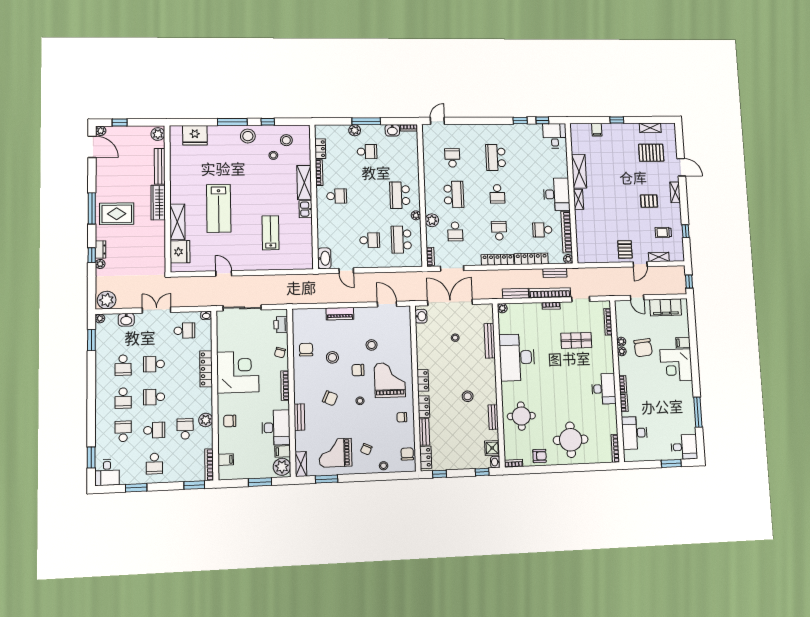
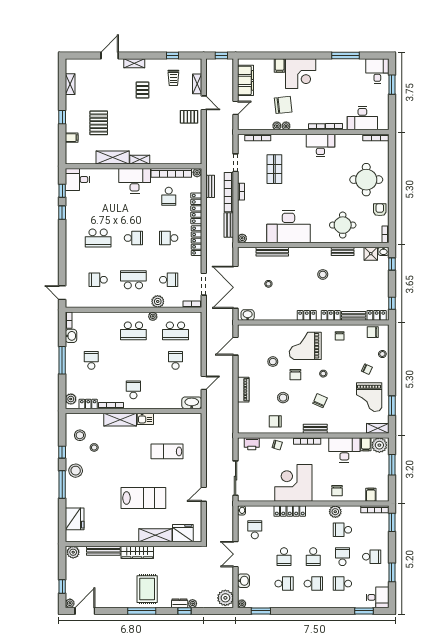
plant: (355, 130) -> (71, 399), moved
pallet: (651, 153) -> (99, 123), moved
bench: (299, 417) -> (315, 429), moved

